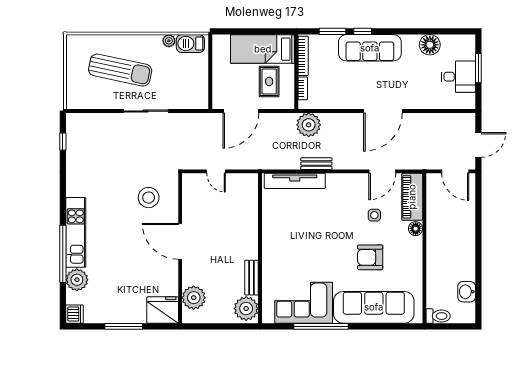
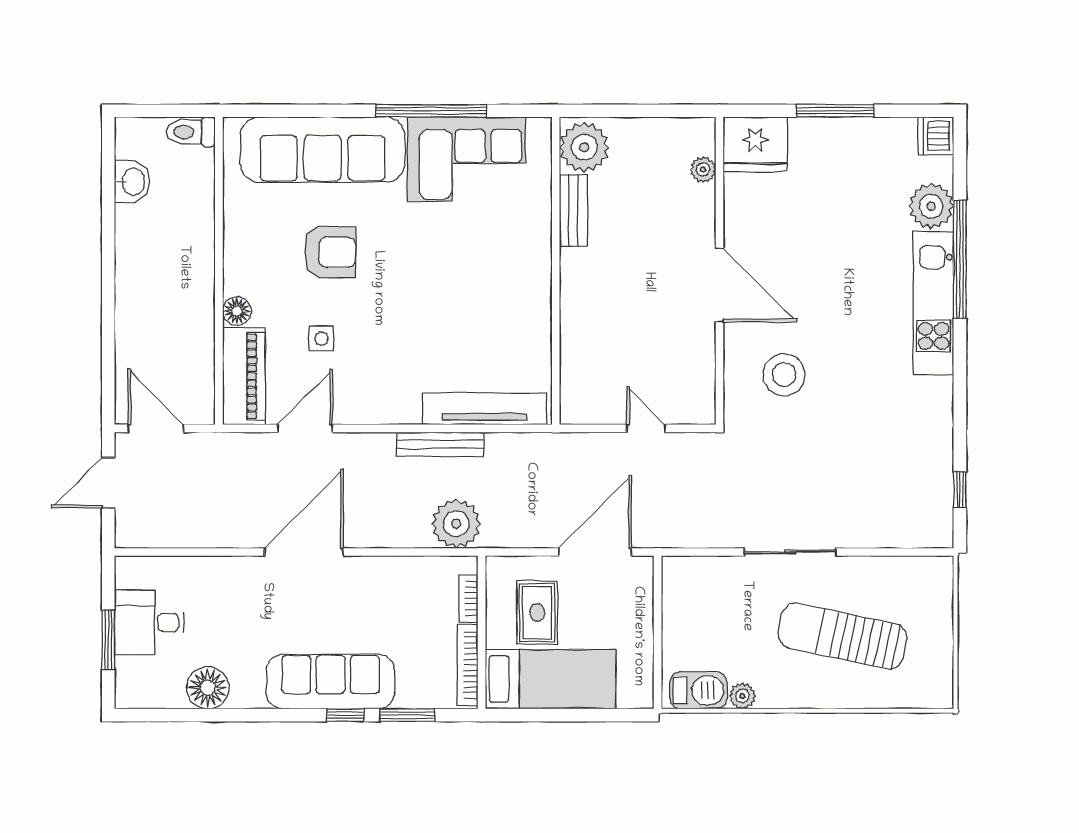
bench: (316, 164) -> (440, 444), width x1.36
plant: (194, 298) -> (703, 169), width x0.53, depth x0.53

